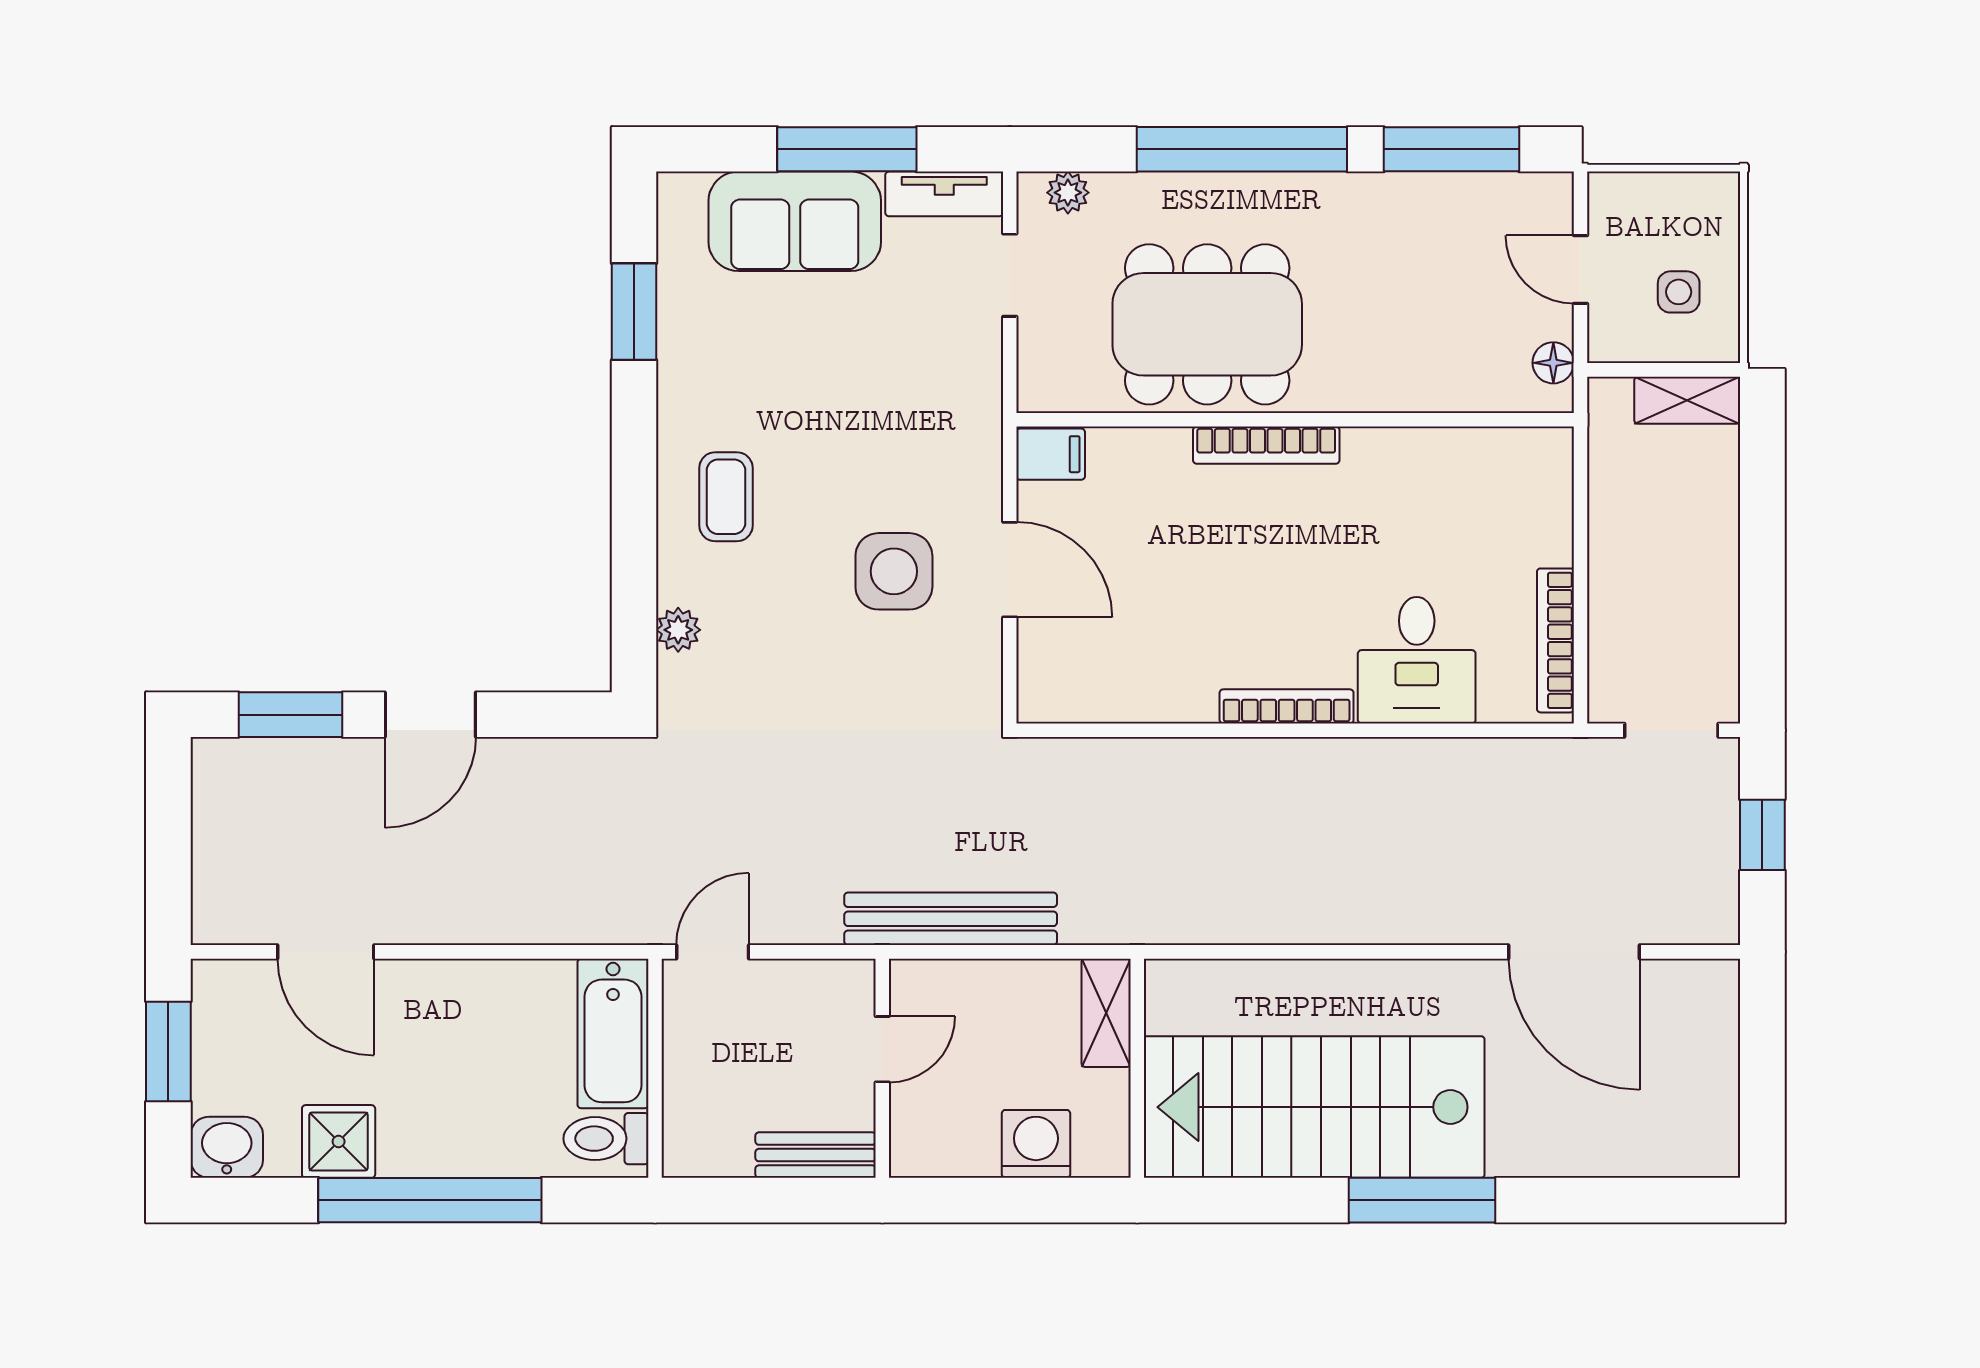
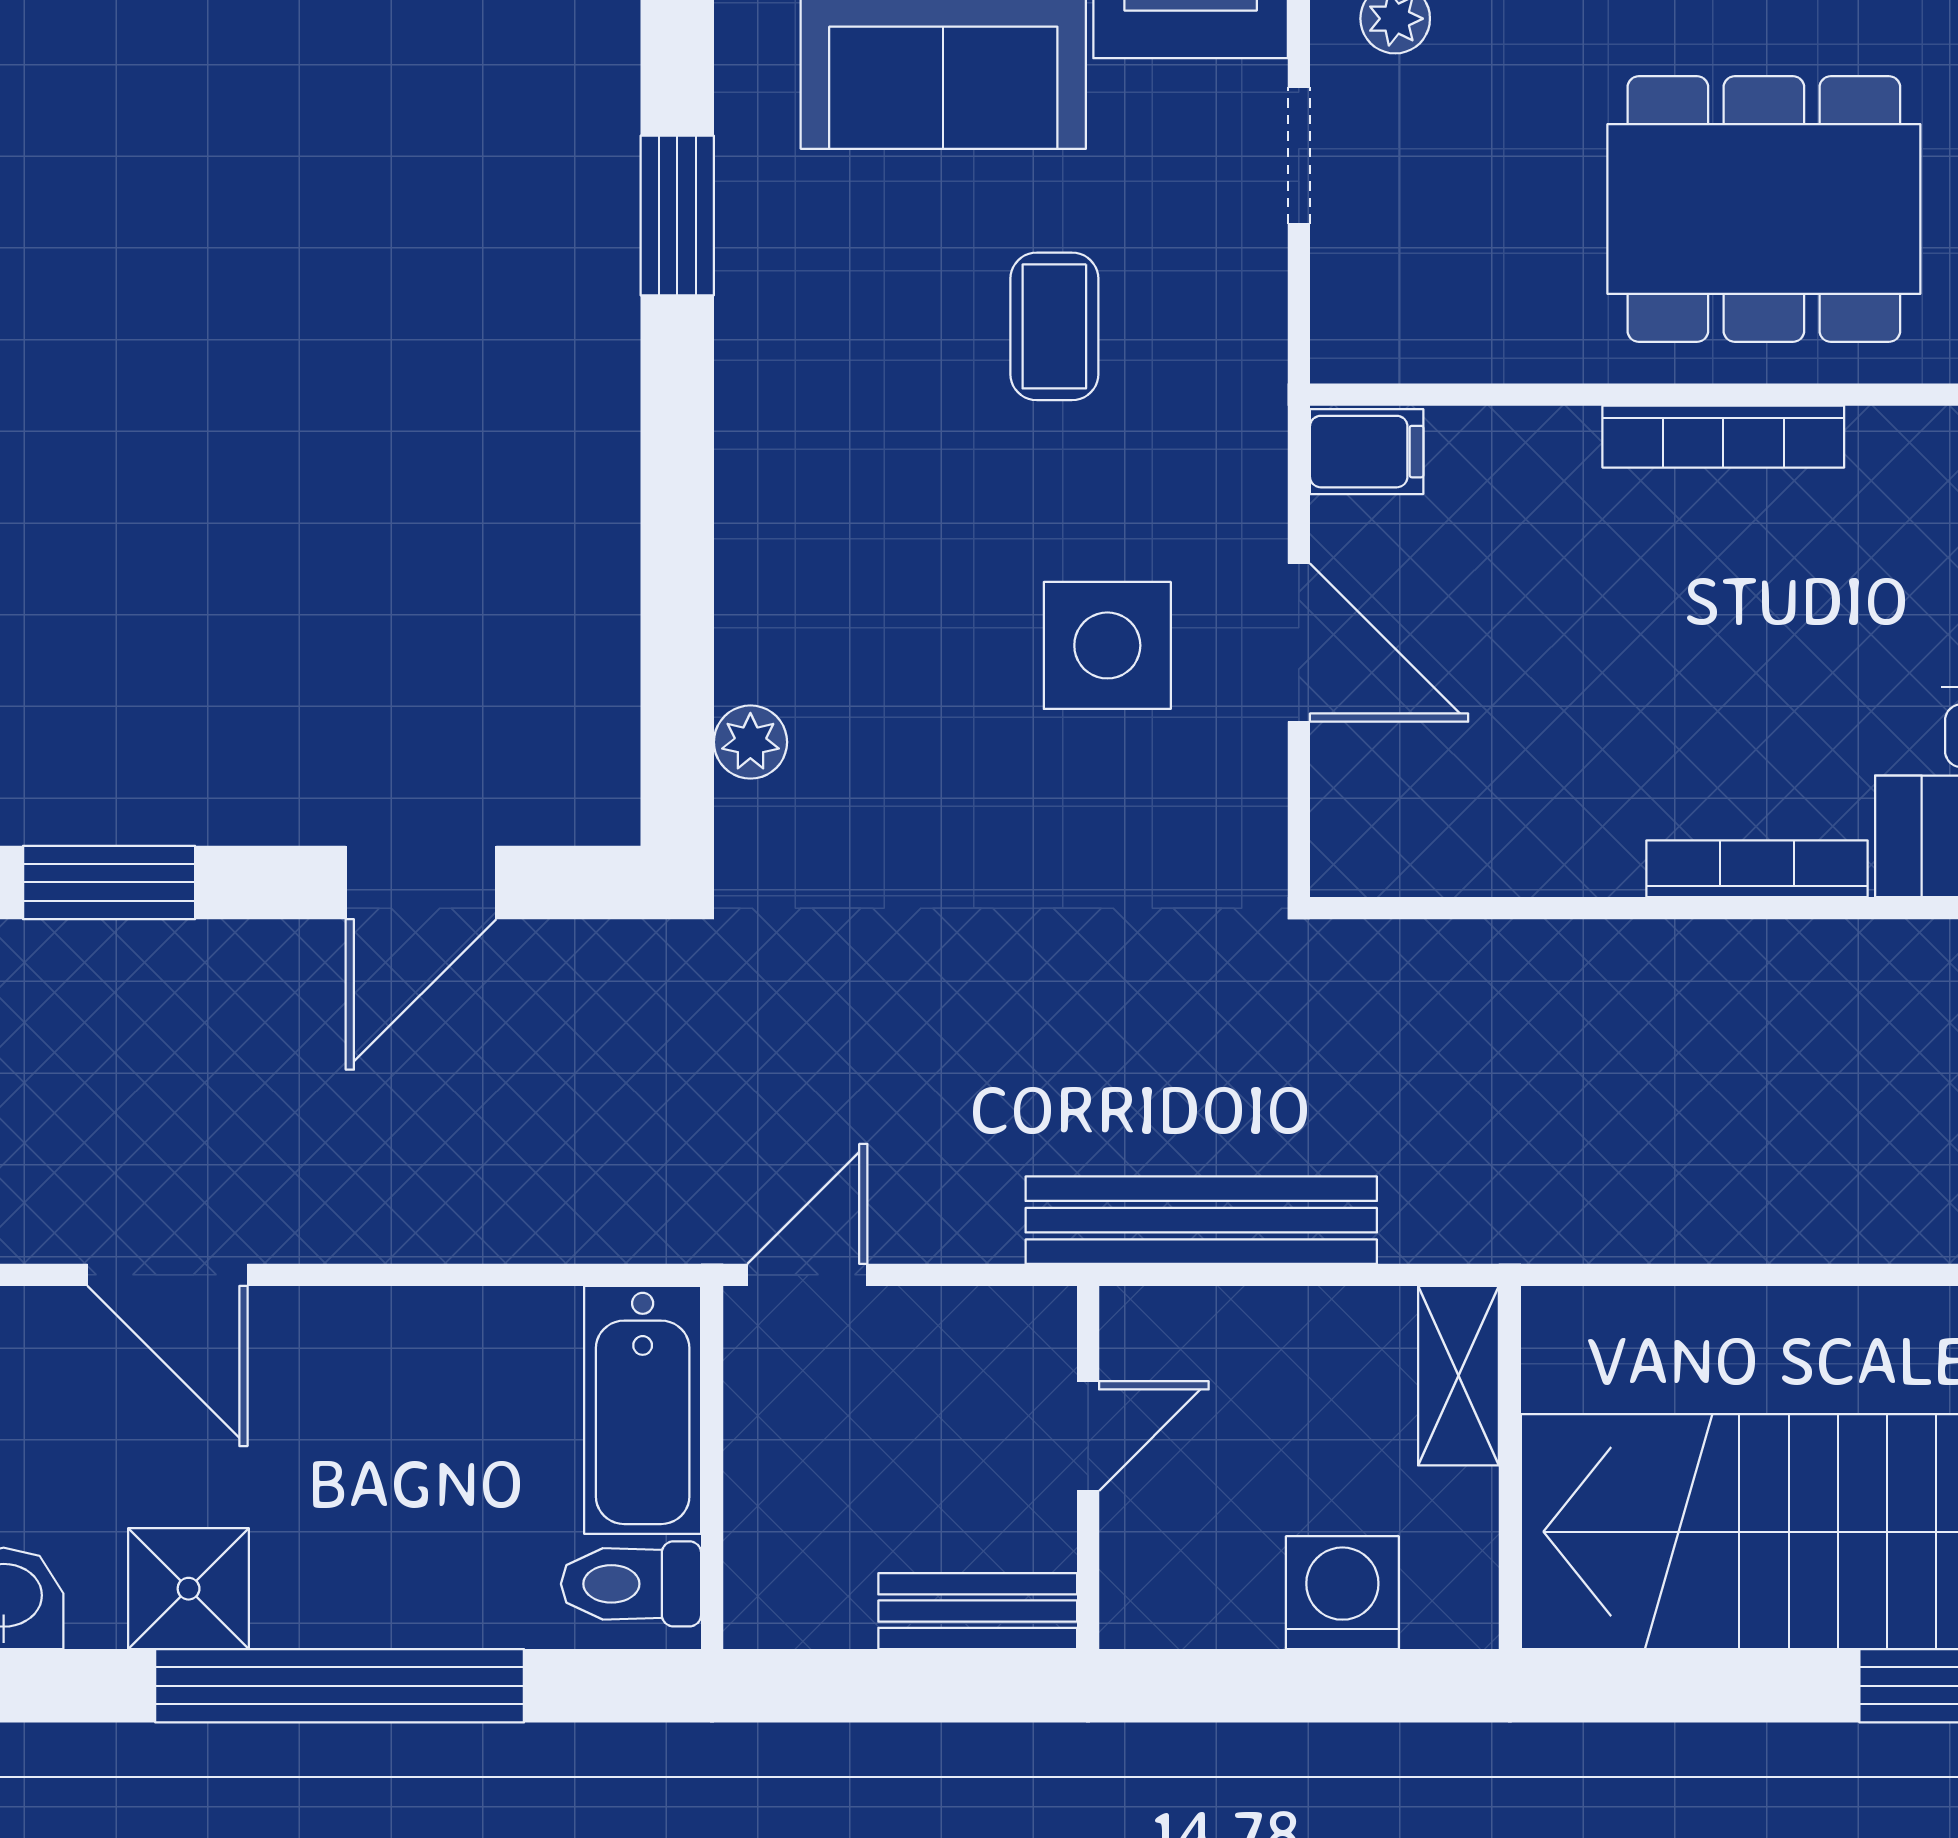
dining table: (1207, 324) -> (1764, 209), moved
coffee table: (726, 497) -> (1054, 326), moved
door: (430, 715) -> (421, 882), moved

